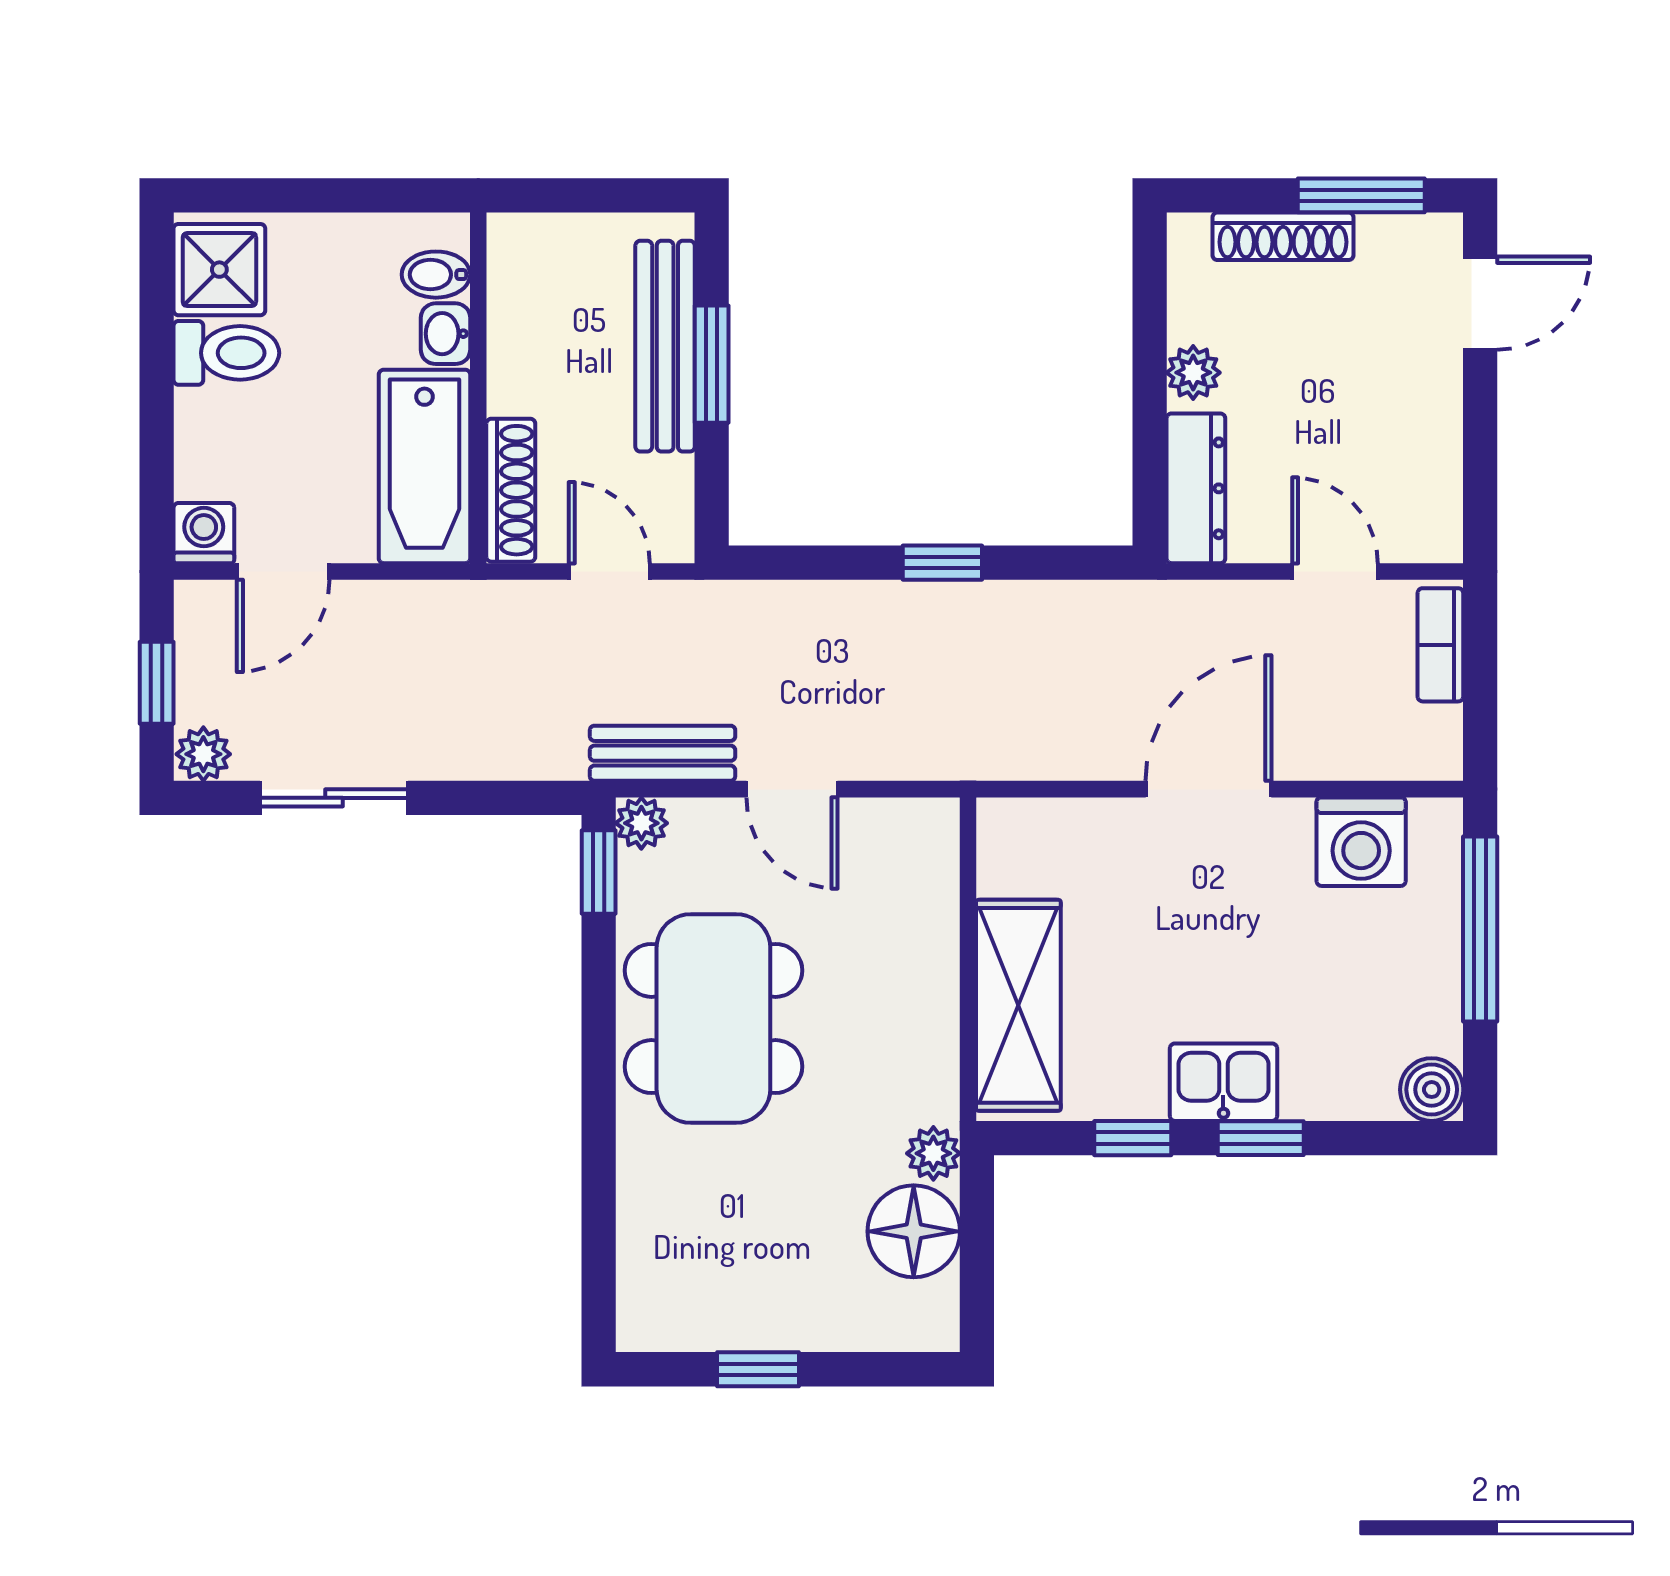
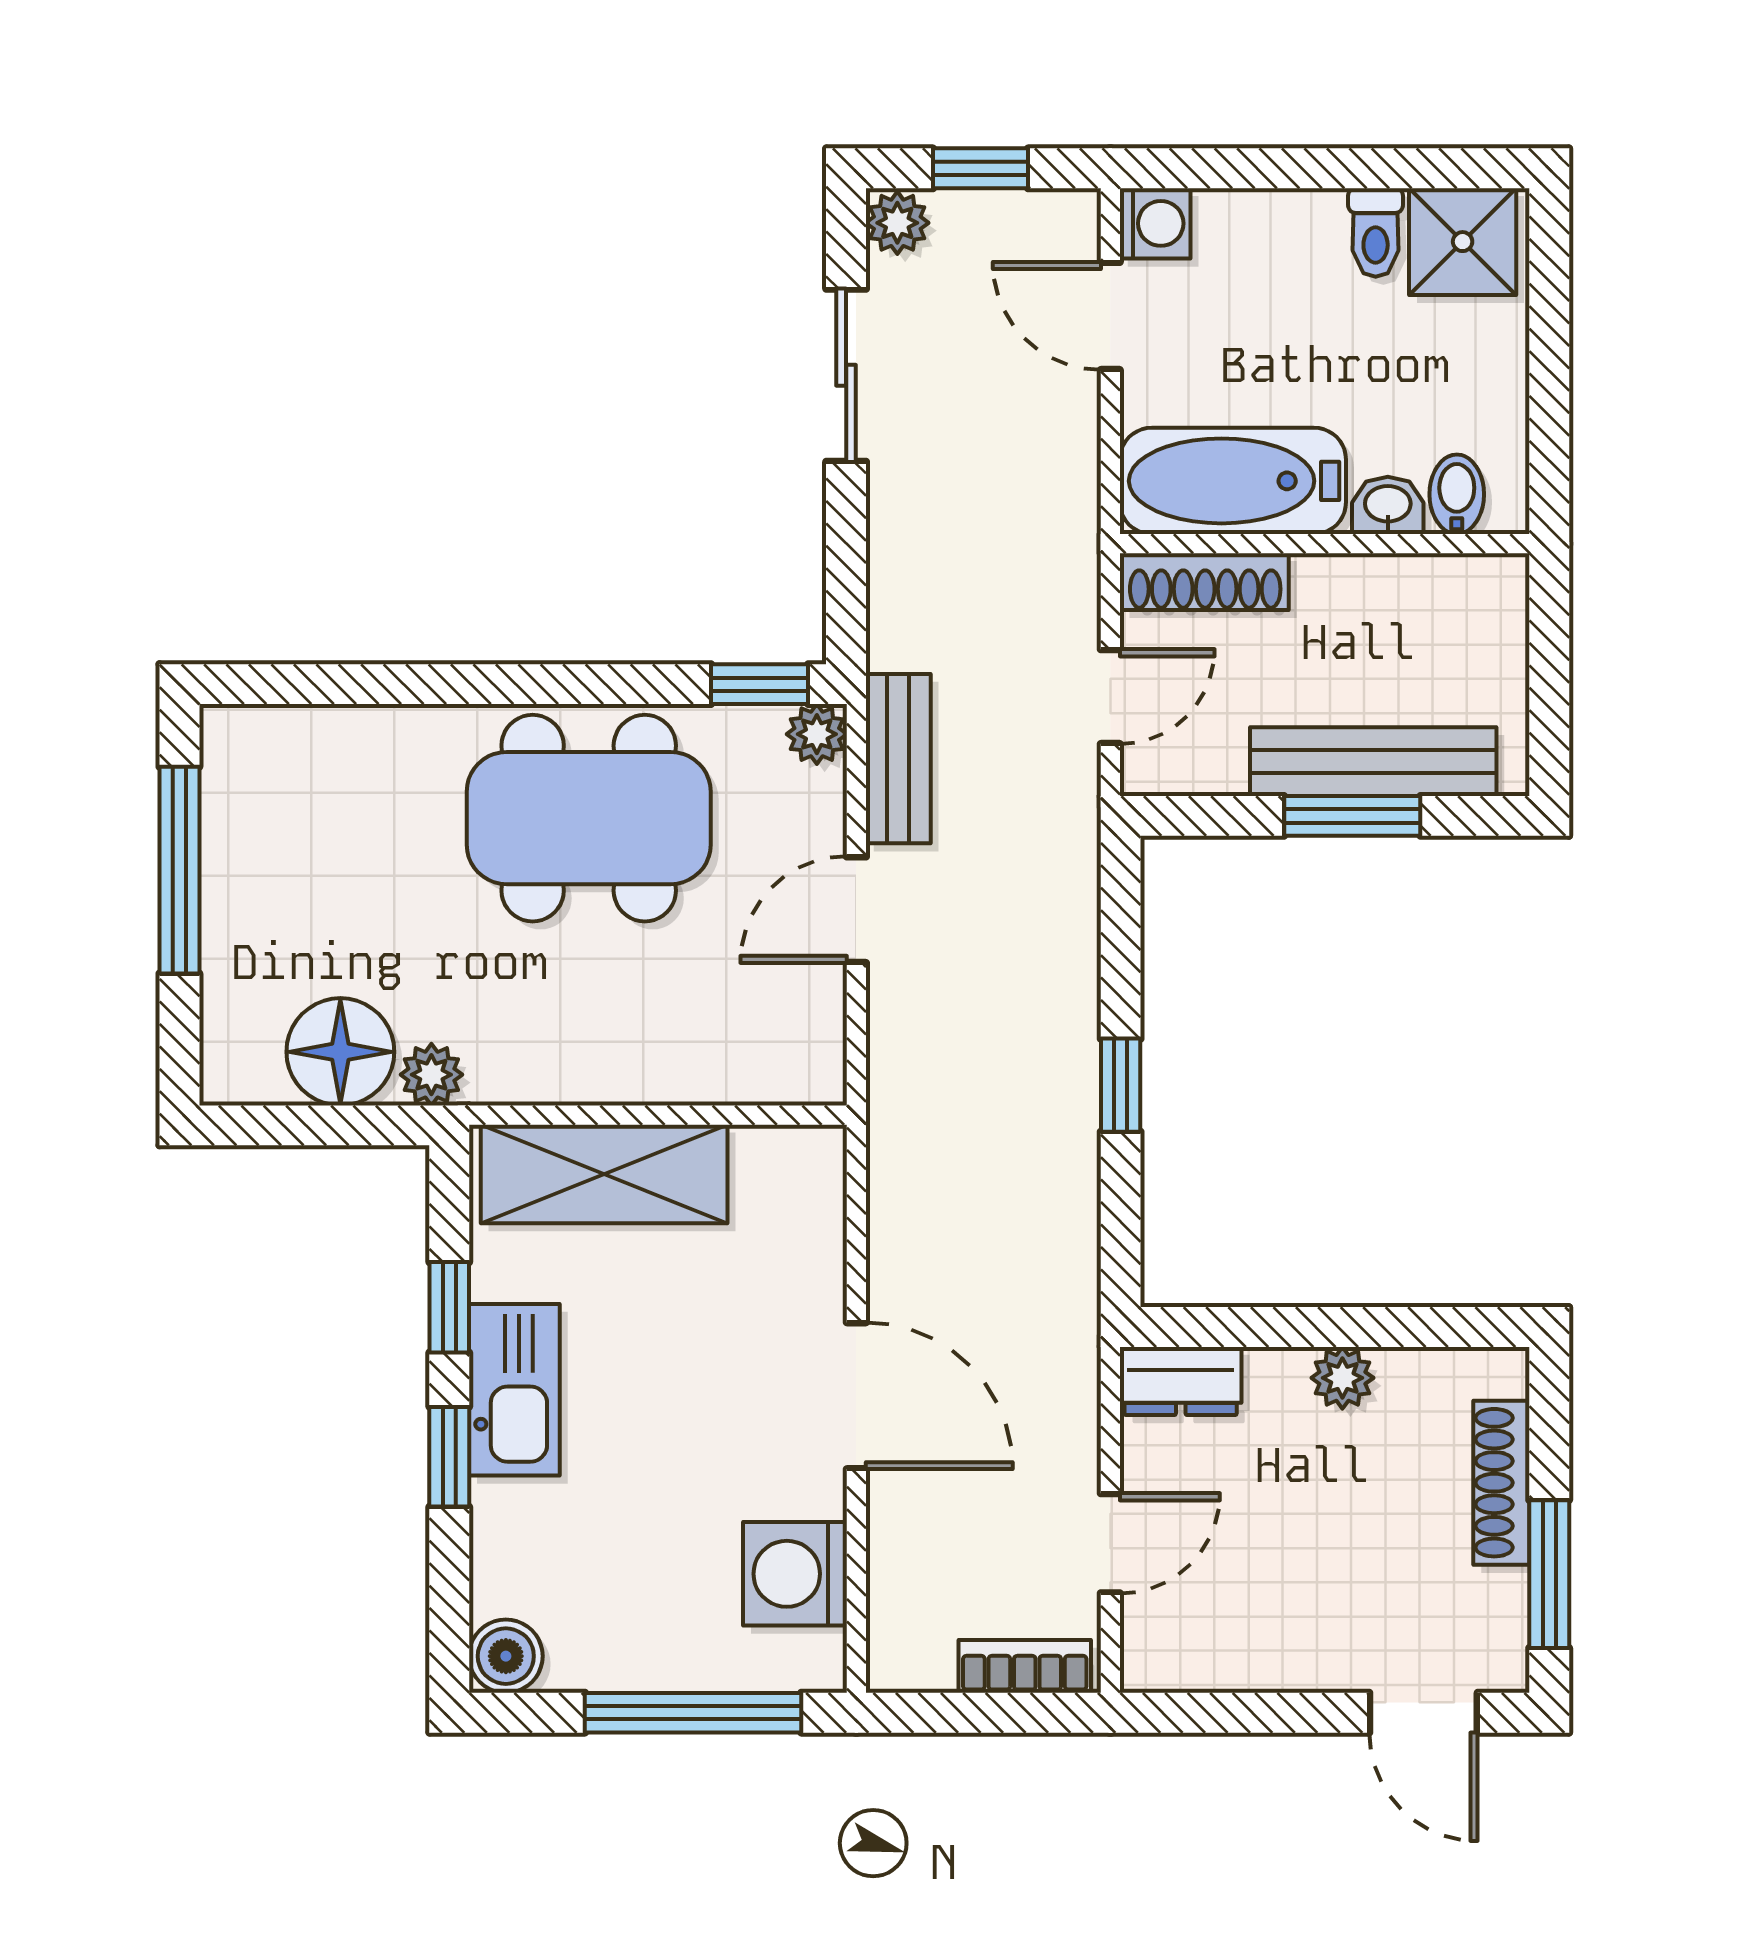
toilet: (226, 353) -> (1376, 233), width x0.73, depth x0.72
dresser: (1196, 488) -> (1181, 1381), width x0.70
kitchen sink: (1223, 1082) -> (514, 1390), width x1.38
window: (758, 1369) -> (179, 870), width x2.17

